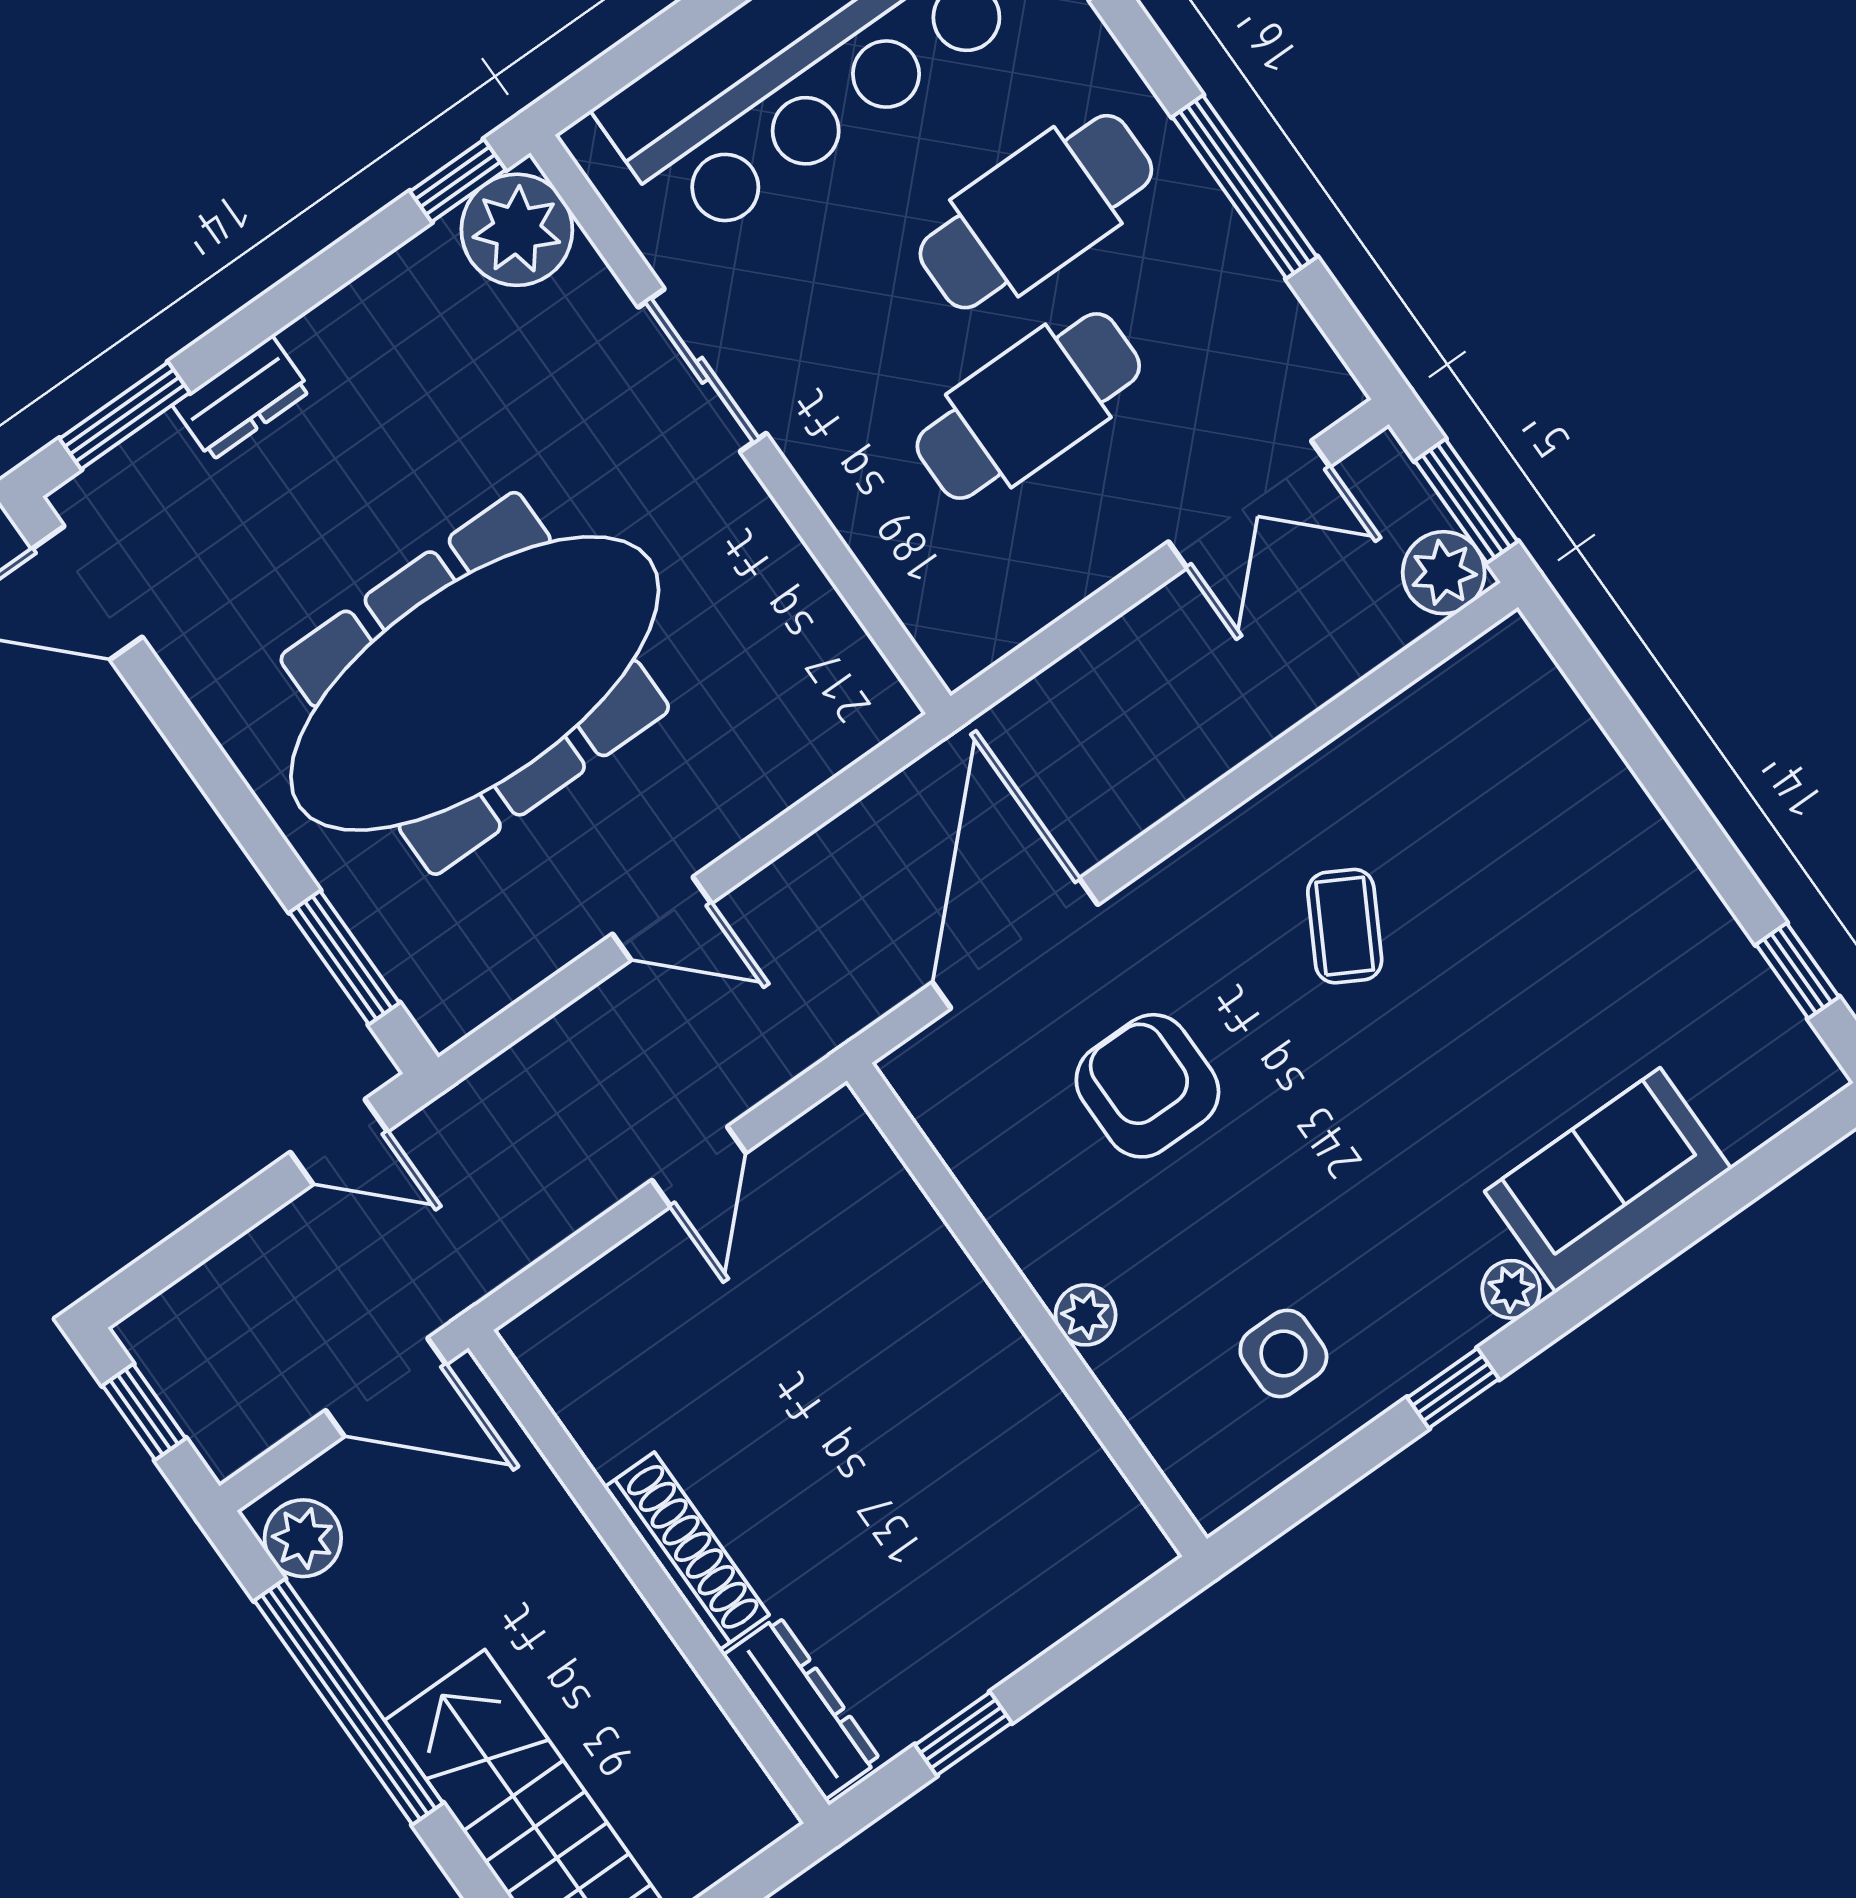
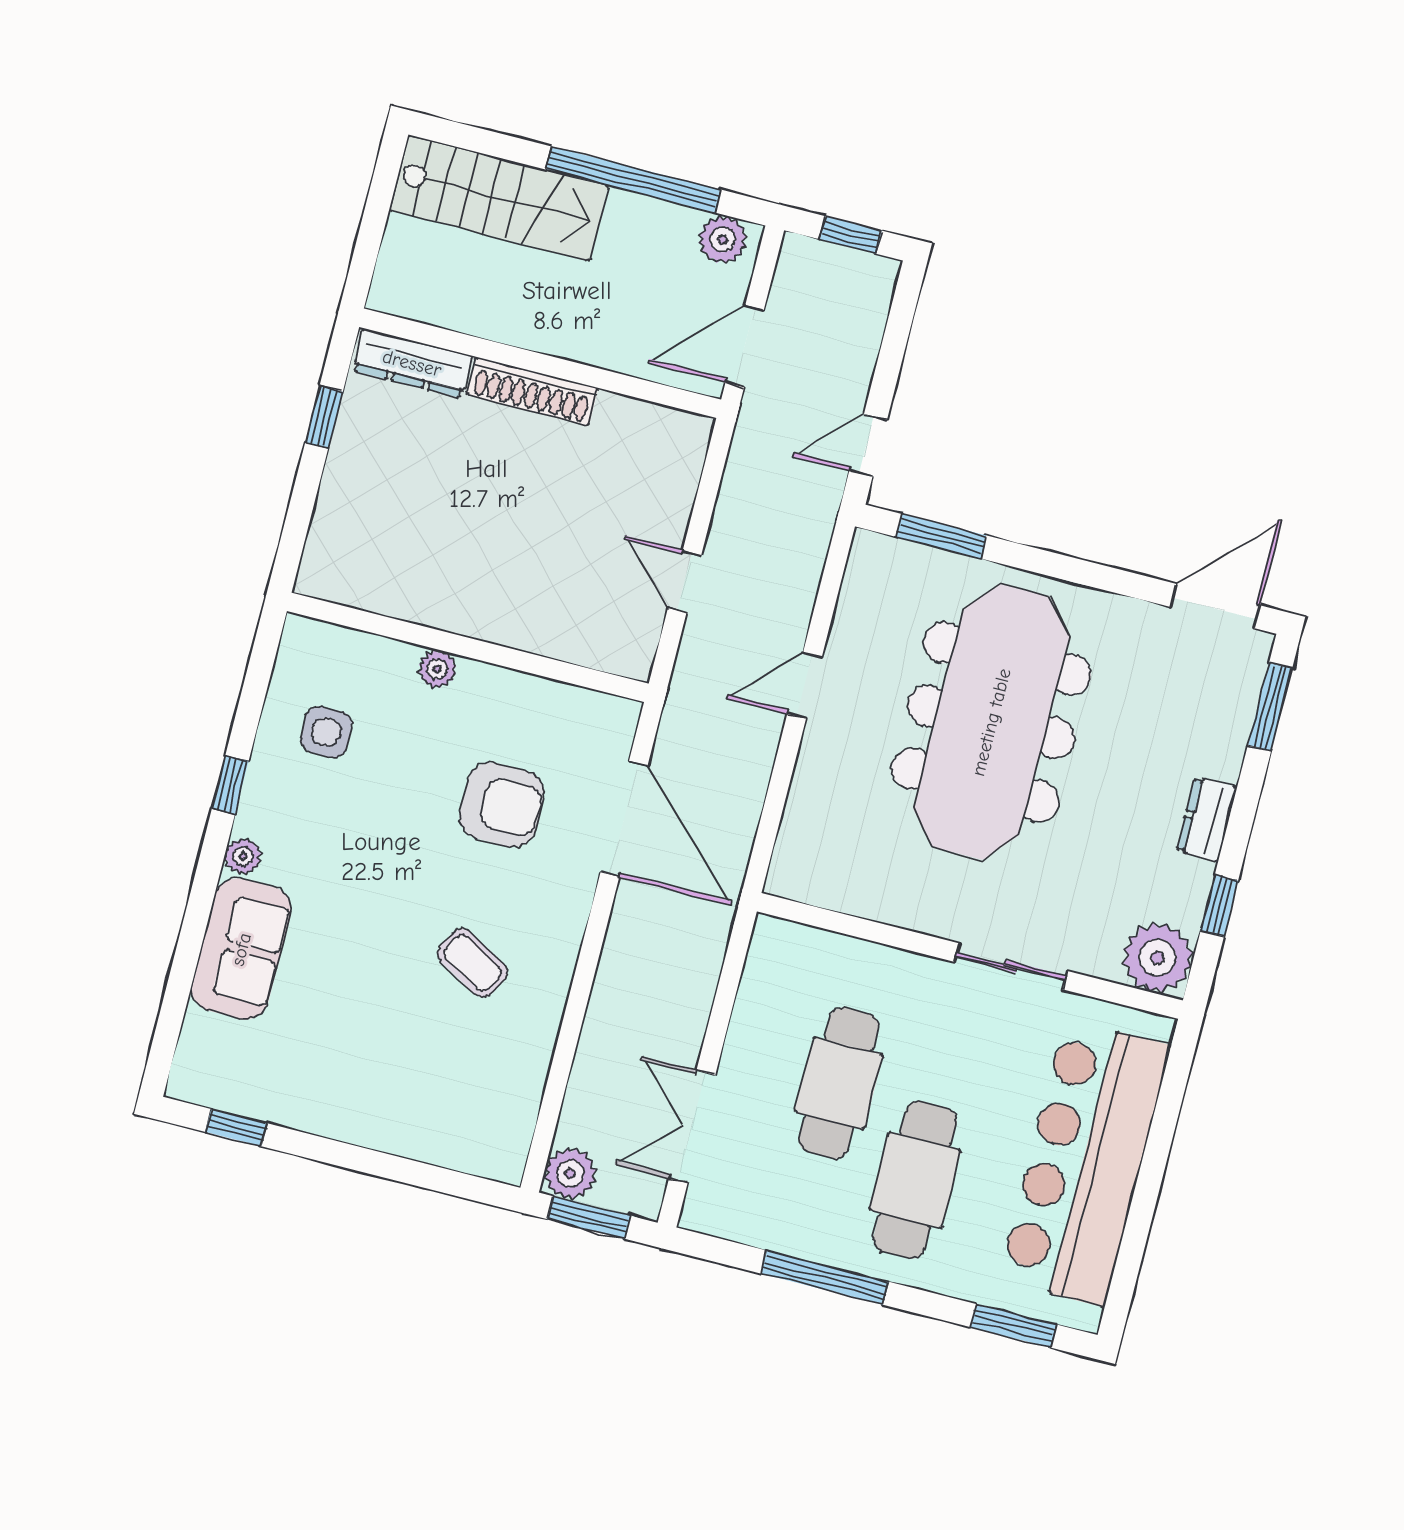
window: (458, 181) -> (1219, 906), moved
dresser: (242, 398) -> (1207, 819), moved

